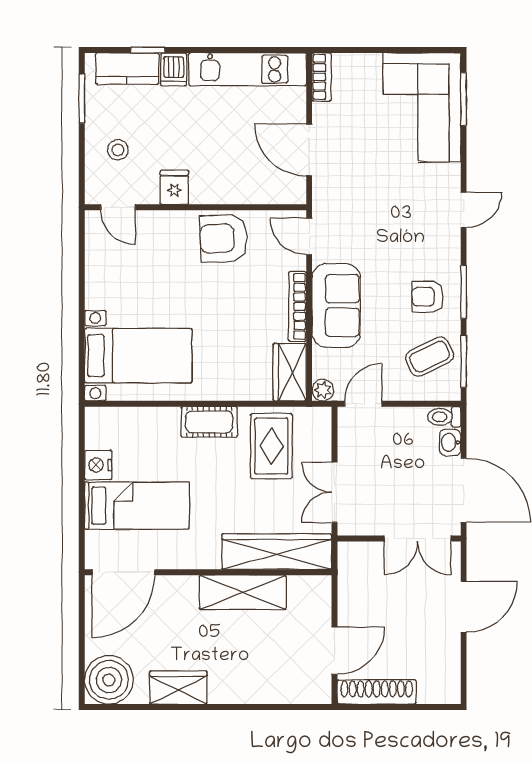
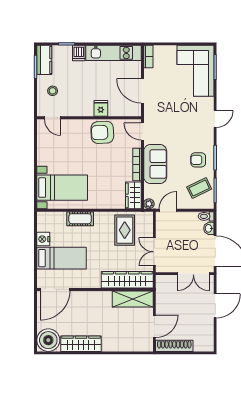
kitchen counter: (127, 69) -> (44, 60), moved, turned -90
fridge: (174, 187) -> (101, 108), moved
cot: (209, 422) -> (80, 219), moved
shelving: (243, 592) -> (133, 299), moved
wardrobe: (178, 688) -> (81, 344), width x1.50

